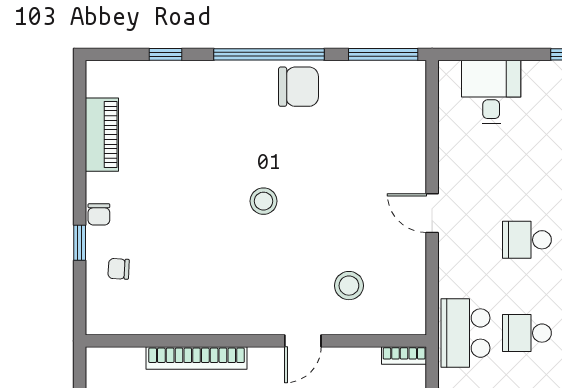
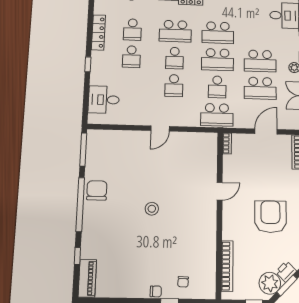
piano: (102, 135) -> (87, 278), moved, turned 90
stool: (349, 286) -> (194, 169), removed
door: (303, 341) -> (220, 191), hinge flipped
bookcase: (197, 358) -> (227, 266), moved

